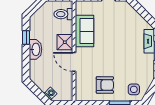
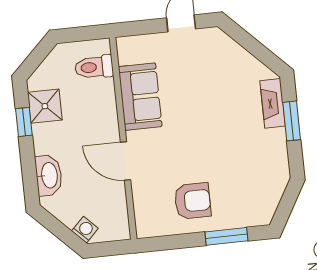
shower: (65, 42) -> (45, 106), moved
washbasin: (35, 49) -> (49, 175), moved
side table: (134, 89) -> (252, 204), removed

